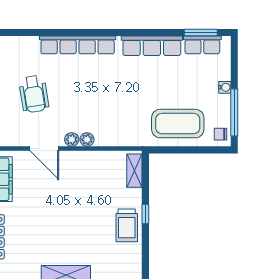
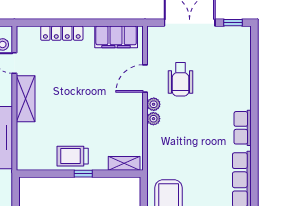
row of seats: (78, 45) -> (243, 128), width x0.50
wheelchair: (34, 94) -> (181, 79), moved, turned -81

